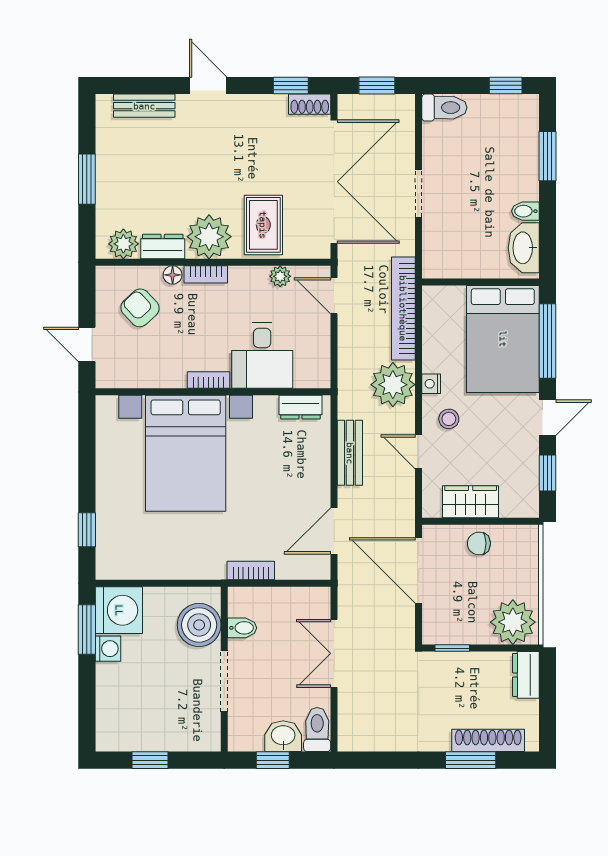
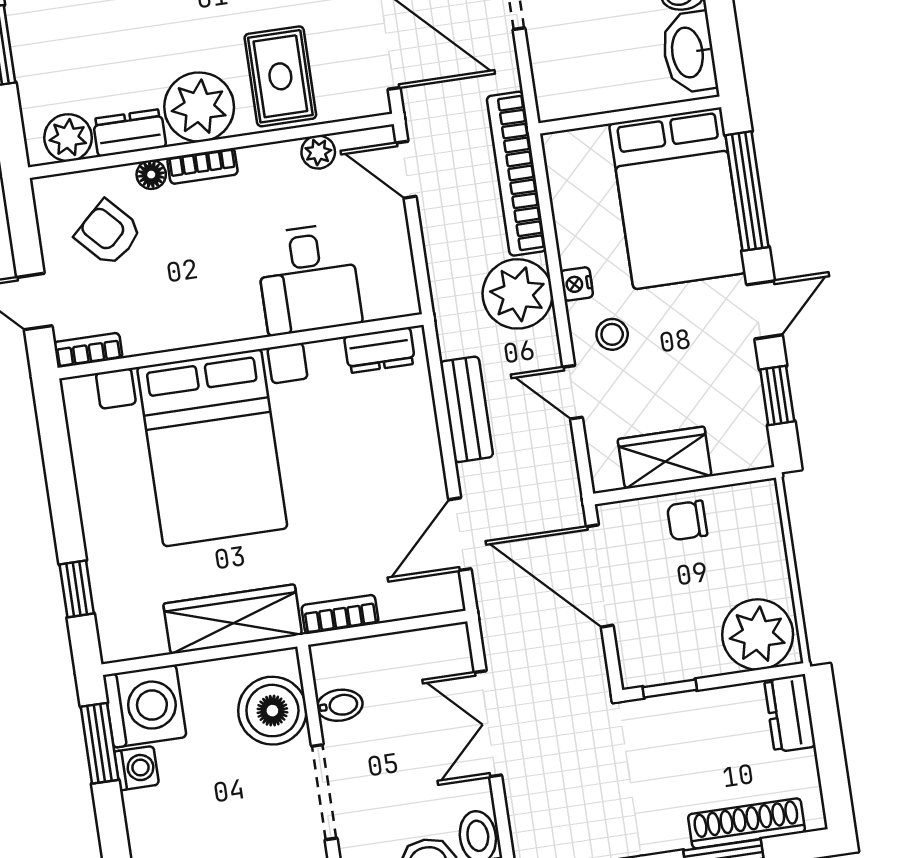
bookcase: (208, 380) -> (88, 350), moved
wardrobe: (183, 564) -> (233, 619), added

